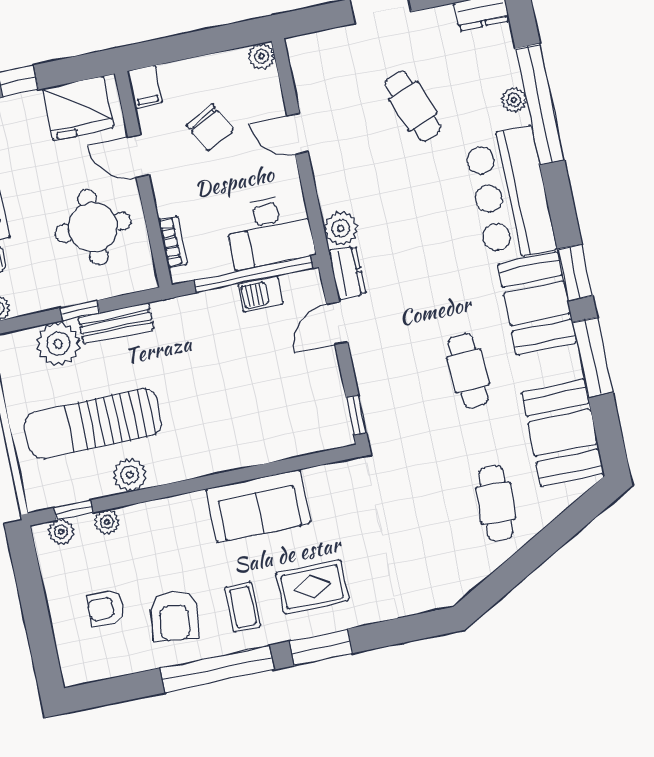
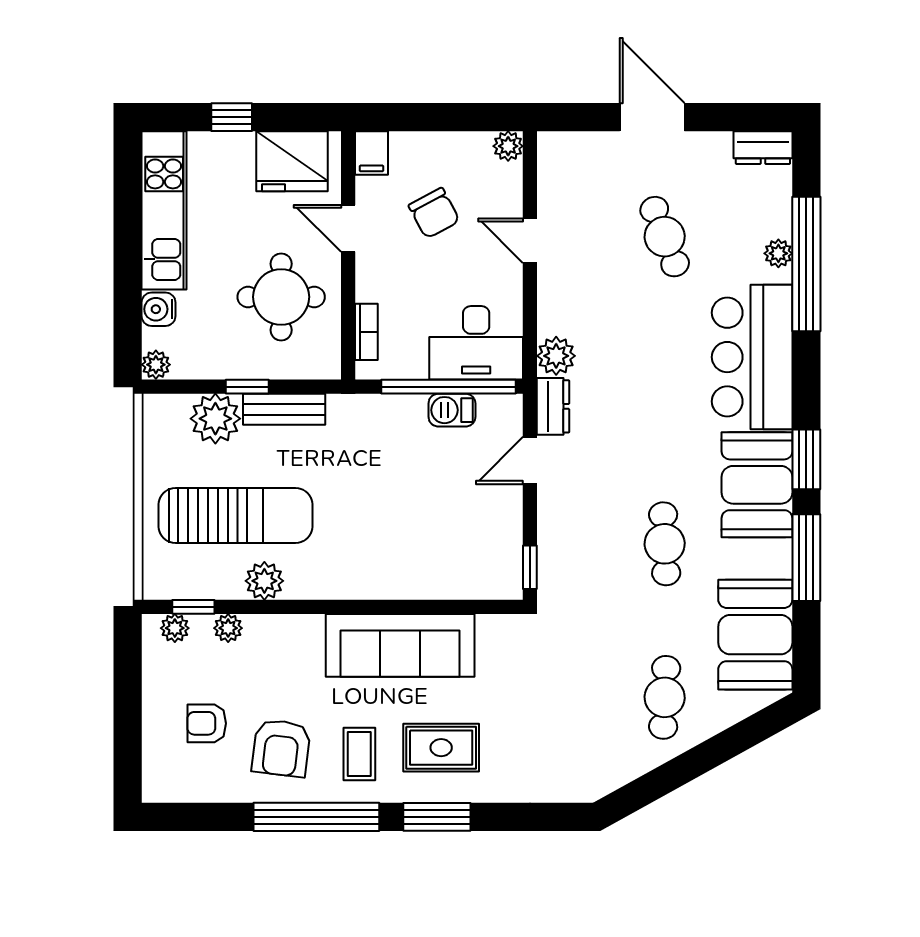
sun lounger: (93, 424) -> (236, 515), turned 180
sofa: (258, 506) -> (400, 645), width x1.36

